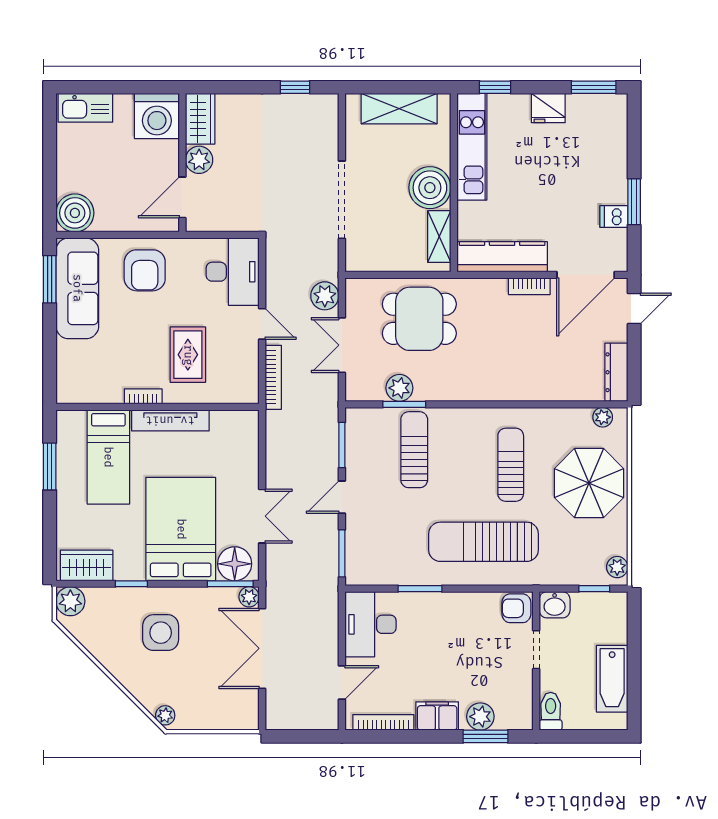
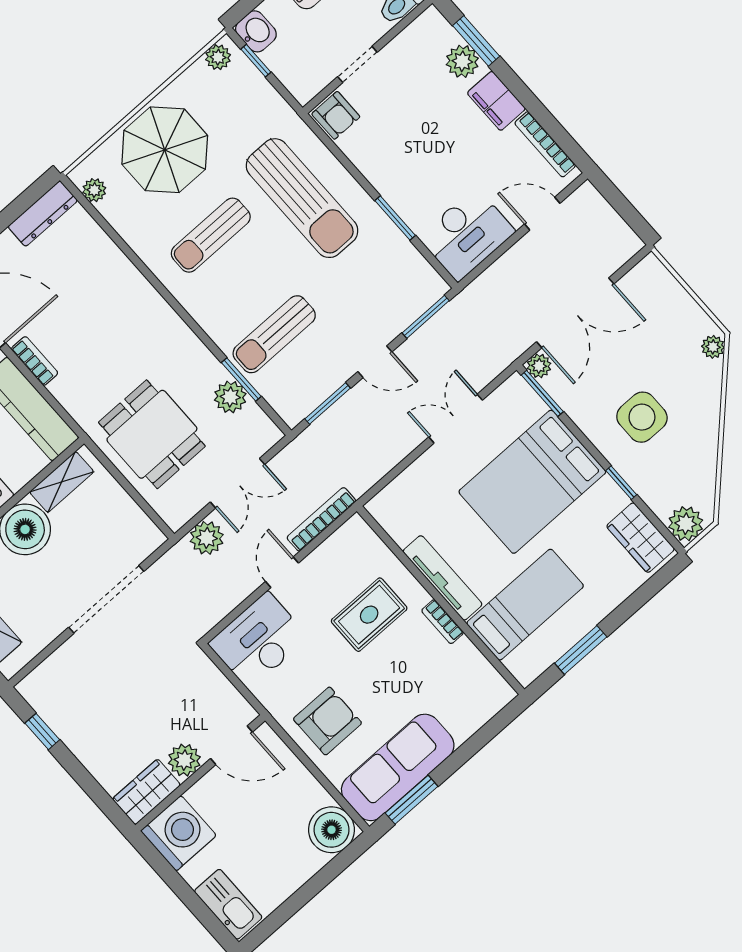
floor lamp: (235, 564) -> (521, 405), removed
washbasin: (555, 605) -> (256, 31), moved

